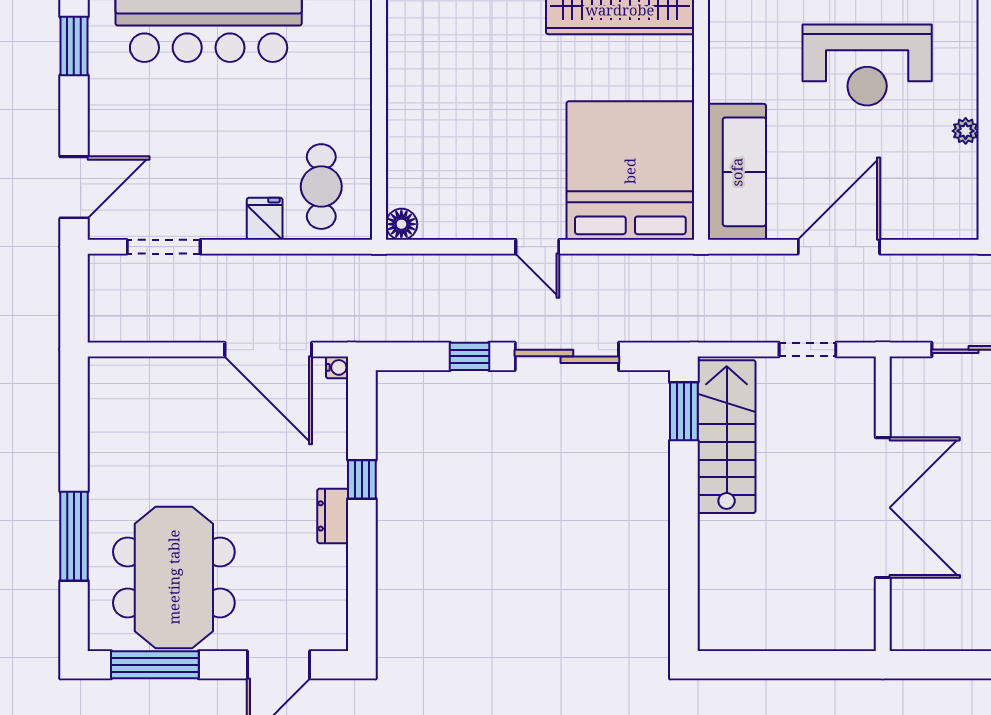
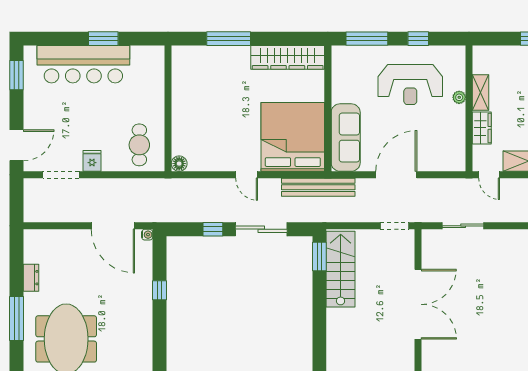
plant: (966, 131) -> (459, 97), moved
fridge: (265, 219) -> (92, 161), moved
bench: (682, 272) -> (318, 187), added
doorway: (807, 350) -> (395, 226), moved
dresser: (333, 516) -> (31, 278), moved, turned 180

